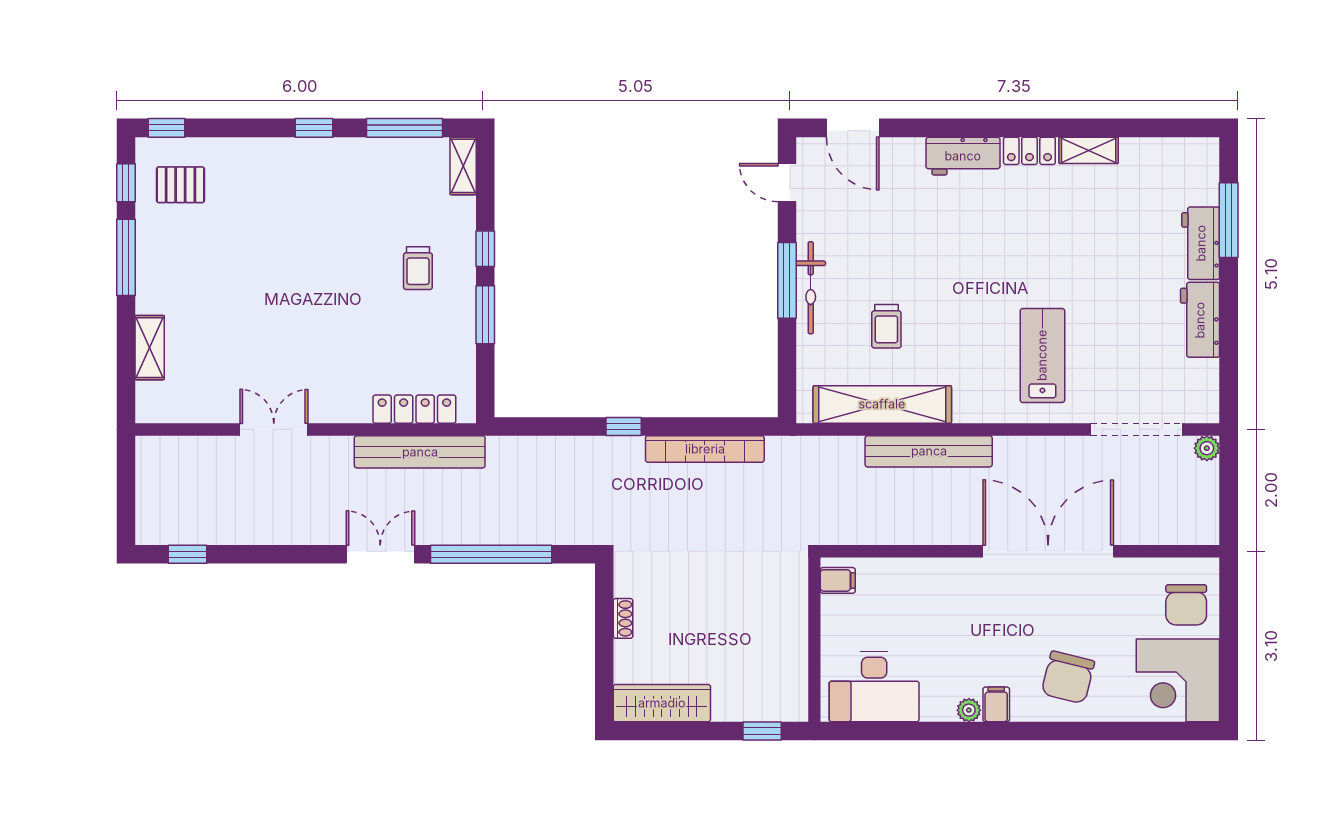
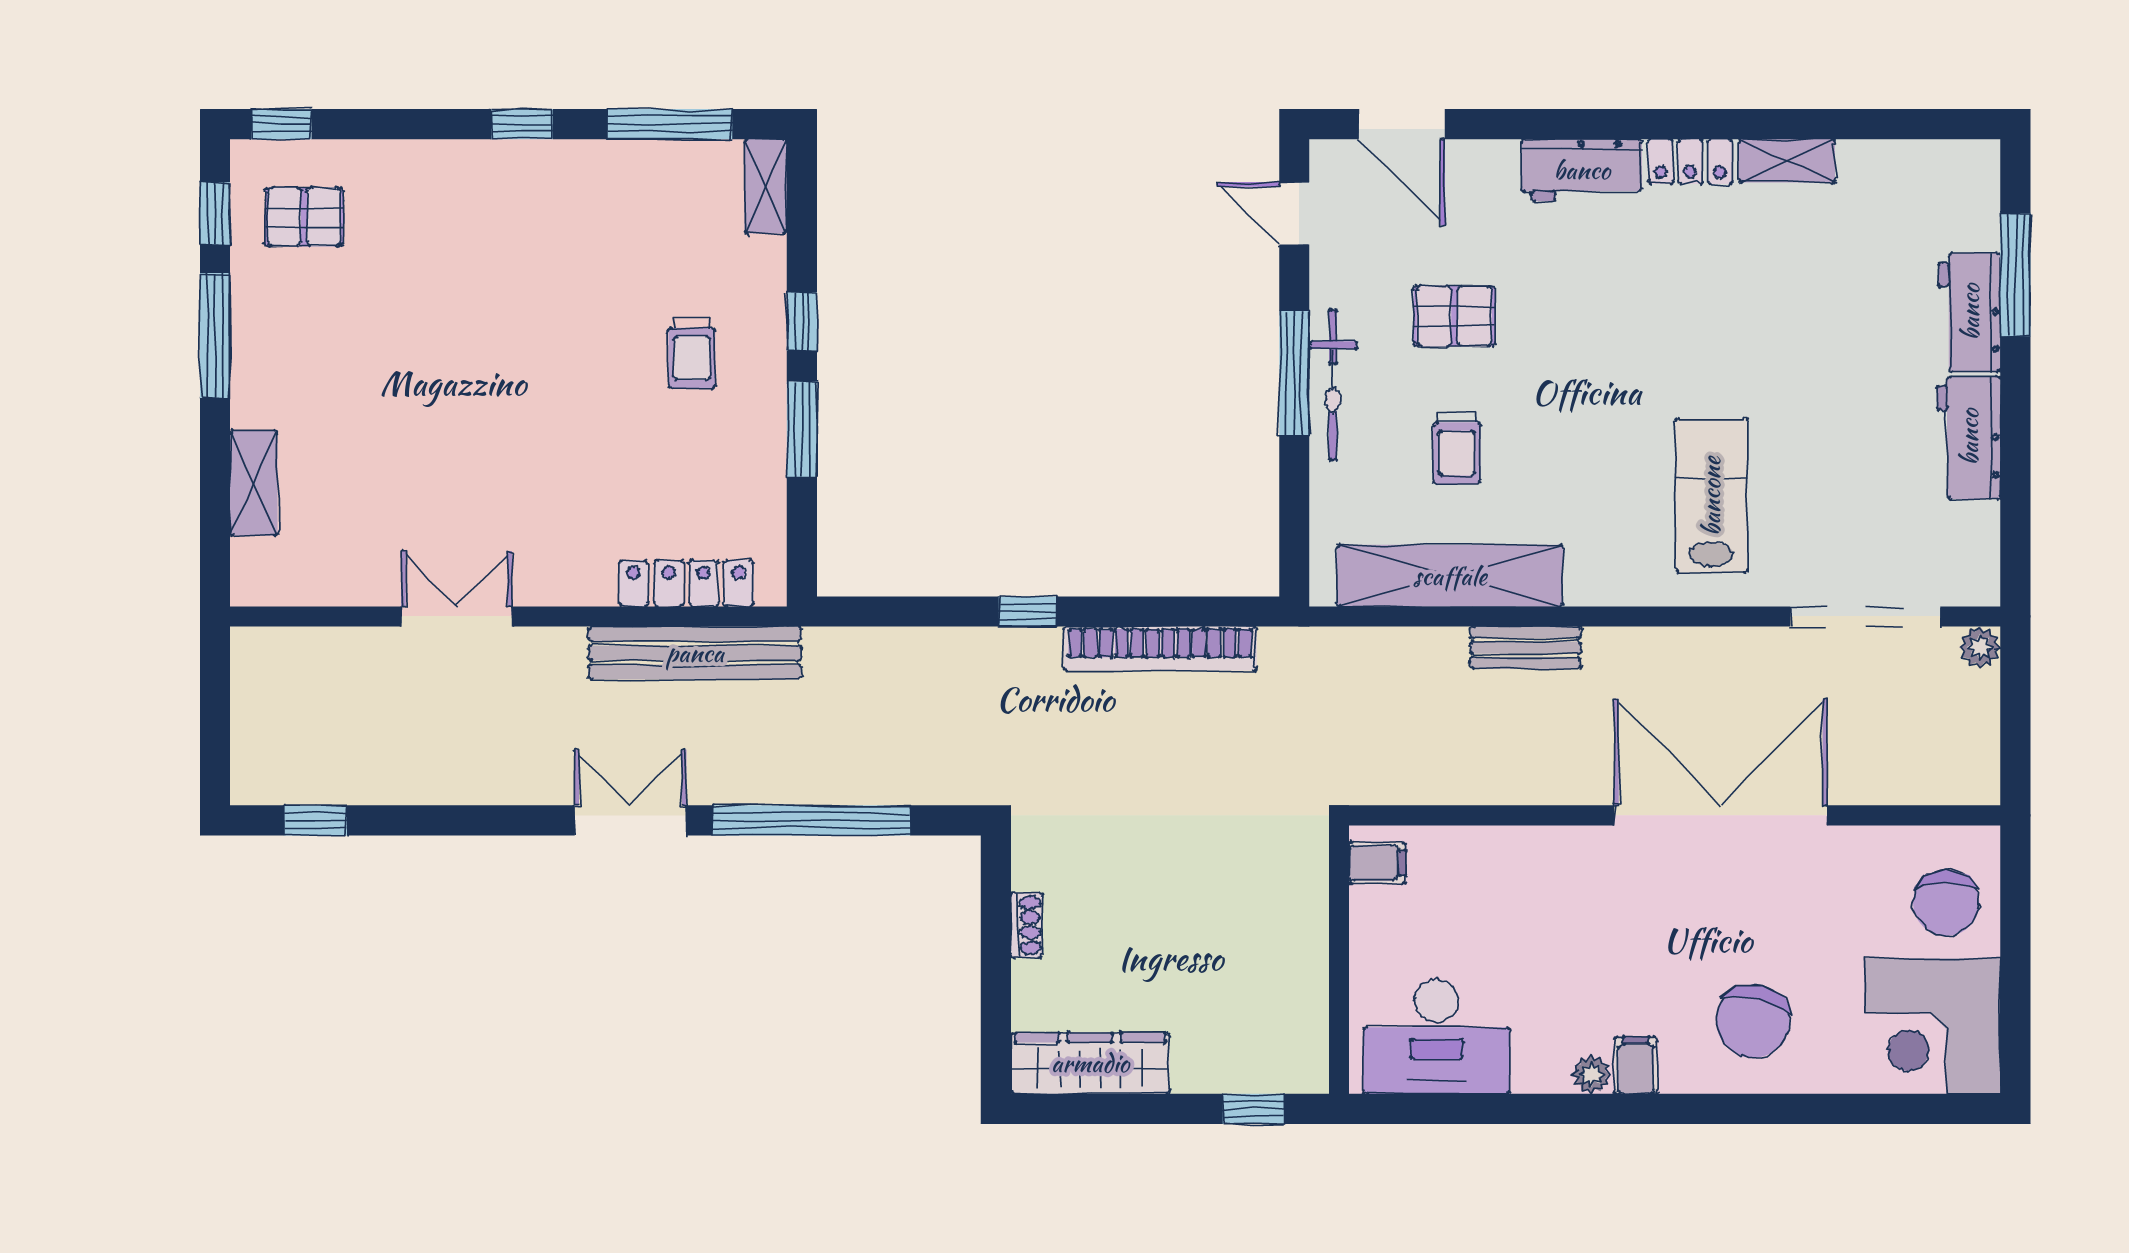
pallet: (885, 245) -> (1454, 316), added
bench: (929, 451) -> (1526, 648), width x0.54, depth x0.82

